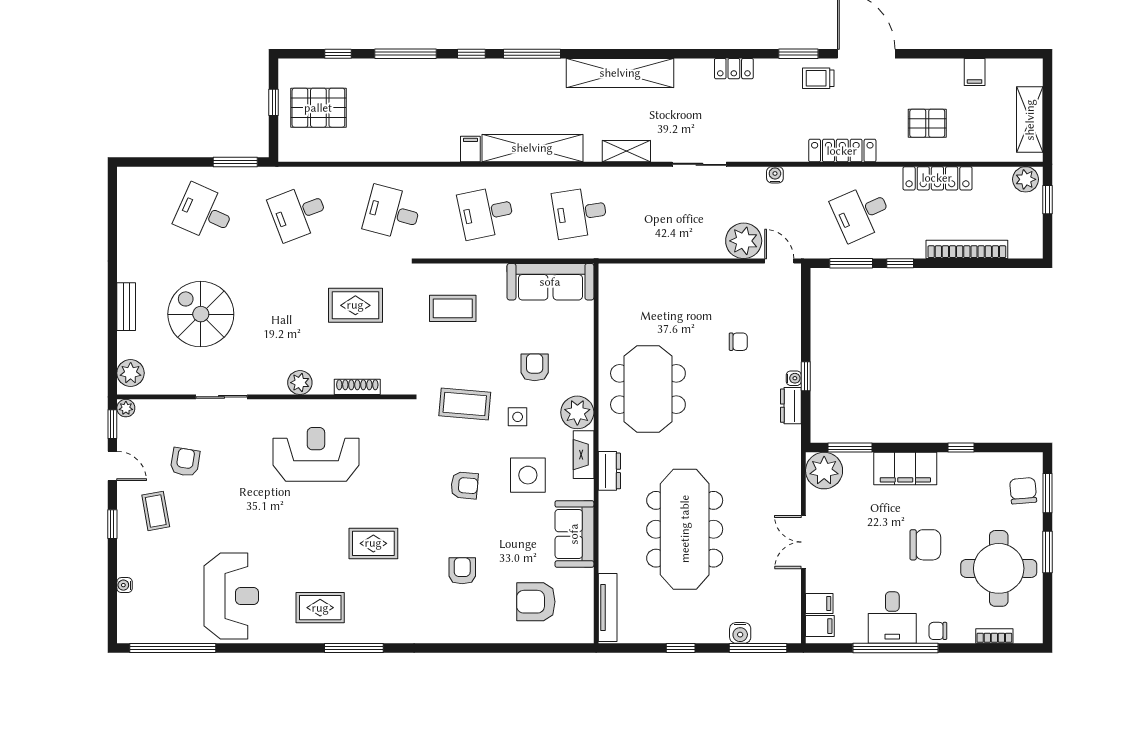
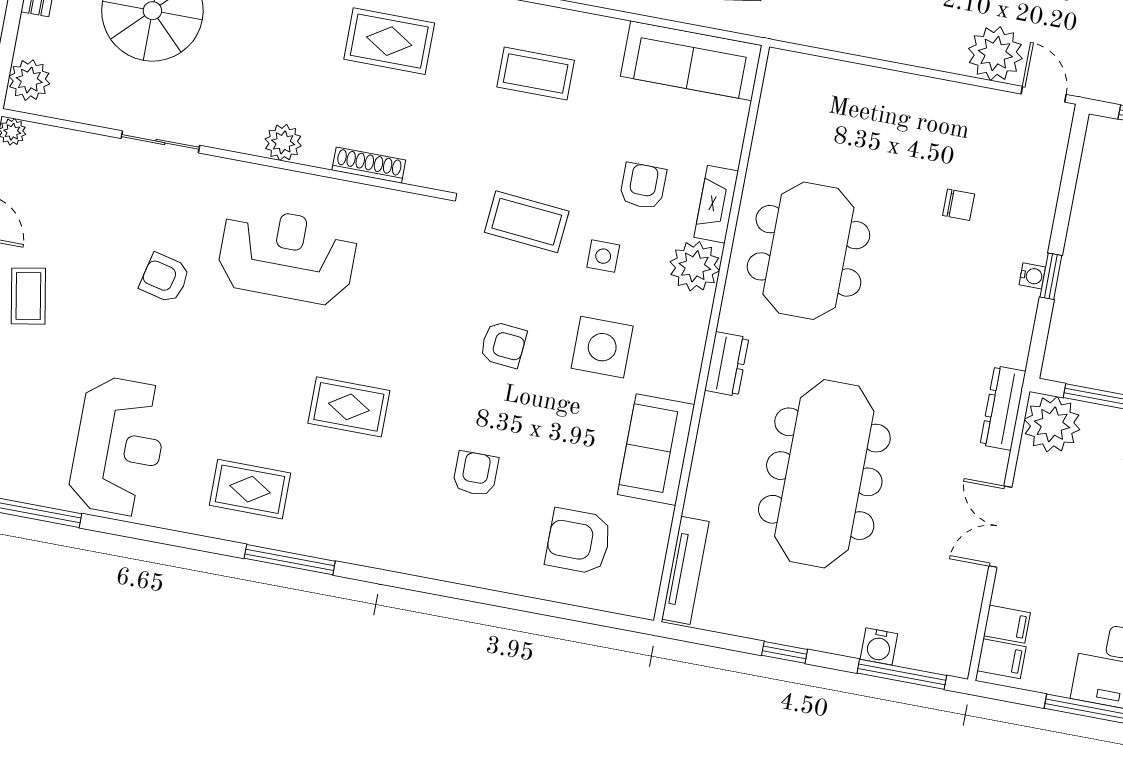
dresser: (791, 406) -> (1003, 408), moved, width x1.44
fireplace: (584, 455) -> (716, 204), moved
armchair: (185, 462) -> (165, 278), moved, turned -86

